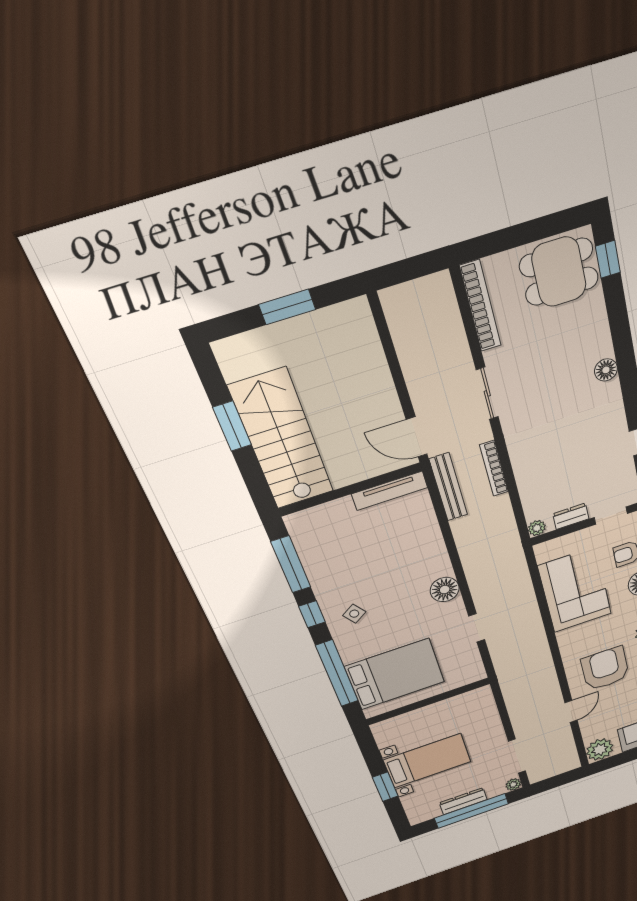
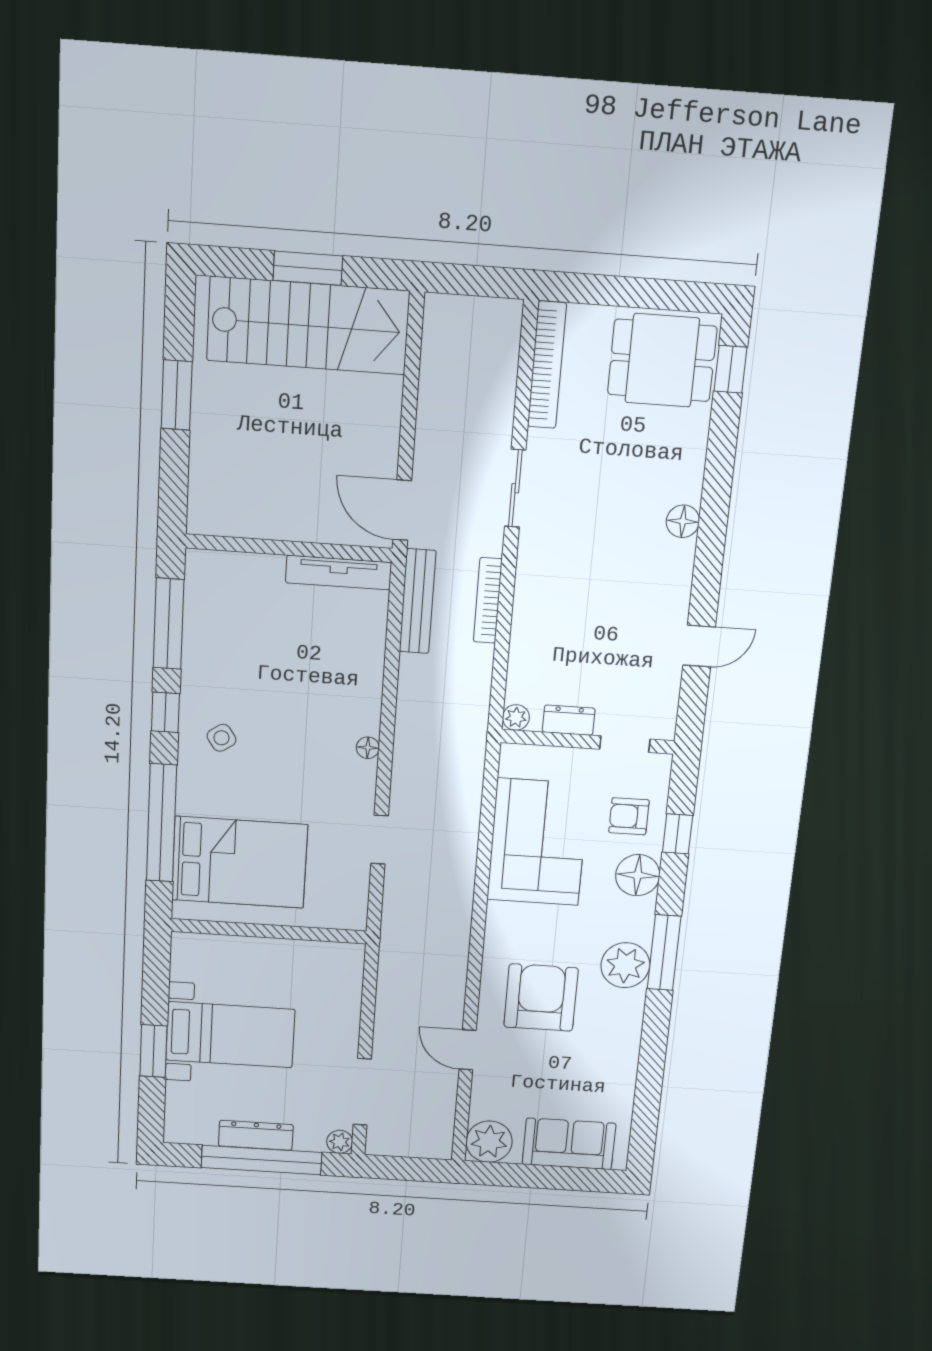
stairs: (282, 440) -> (308, 326), moved, turned 90
floor lamp: (445, 590) -> (368, 748), width x0.53, depth x0.53
door: (571, 711) -> (468, 1050), swing flipped

